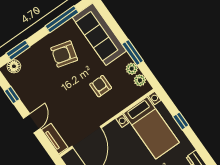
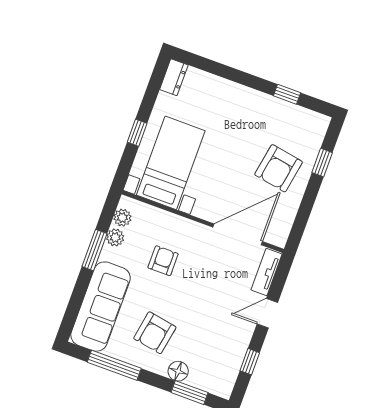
armchair: (64, 54) -> (155, 333), turned 85
floor lamp: (14, 66) -> (178, 371), moved
armchair: (101, 86) -> (163, 261), turned 180

